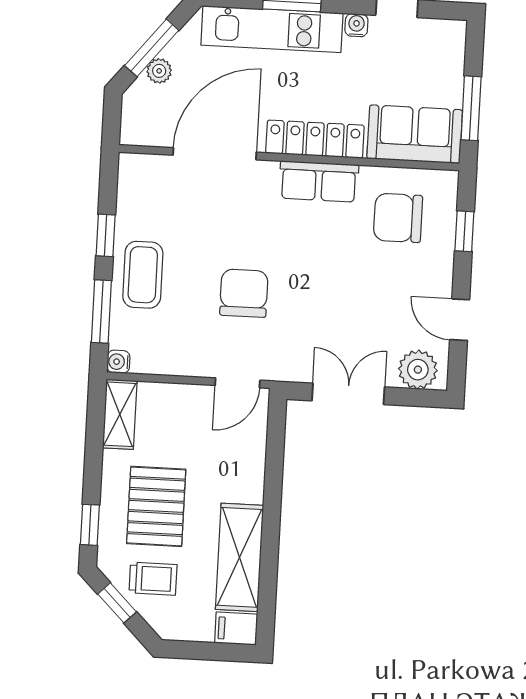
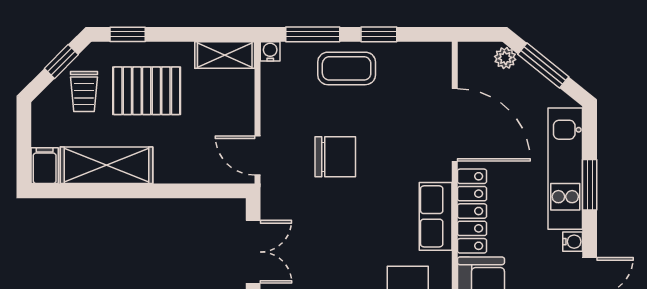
plant: (159, 71) -> (505, 58), moved

